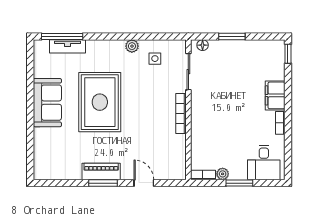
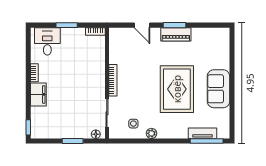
plant: (223, 174) -> (80, 32), removed

